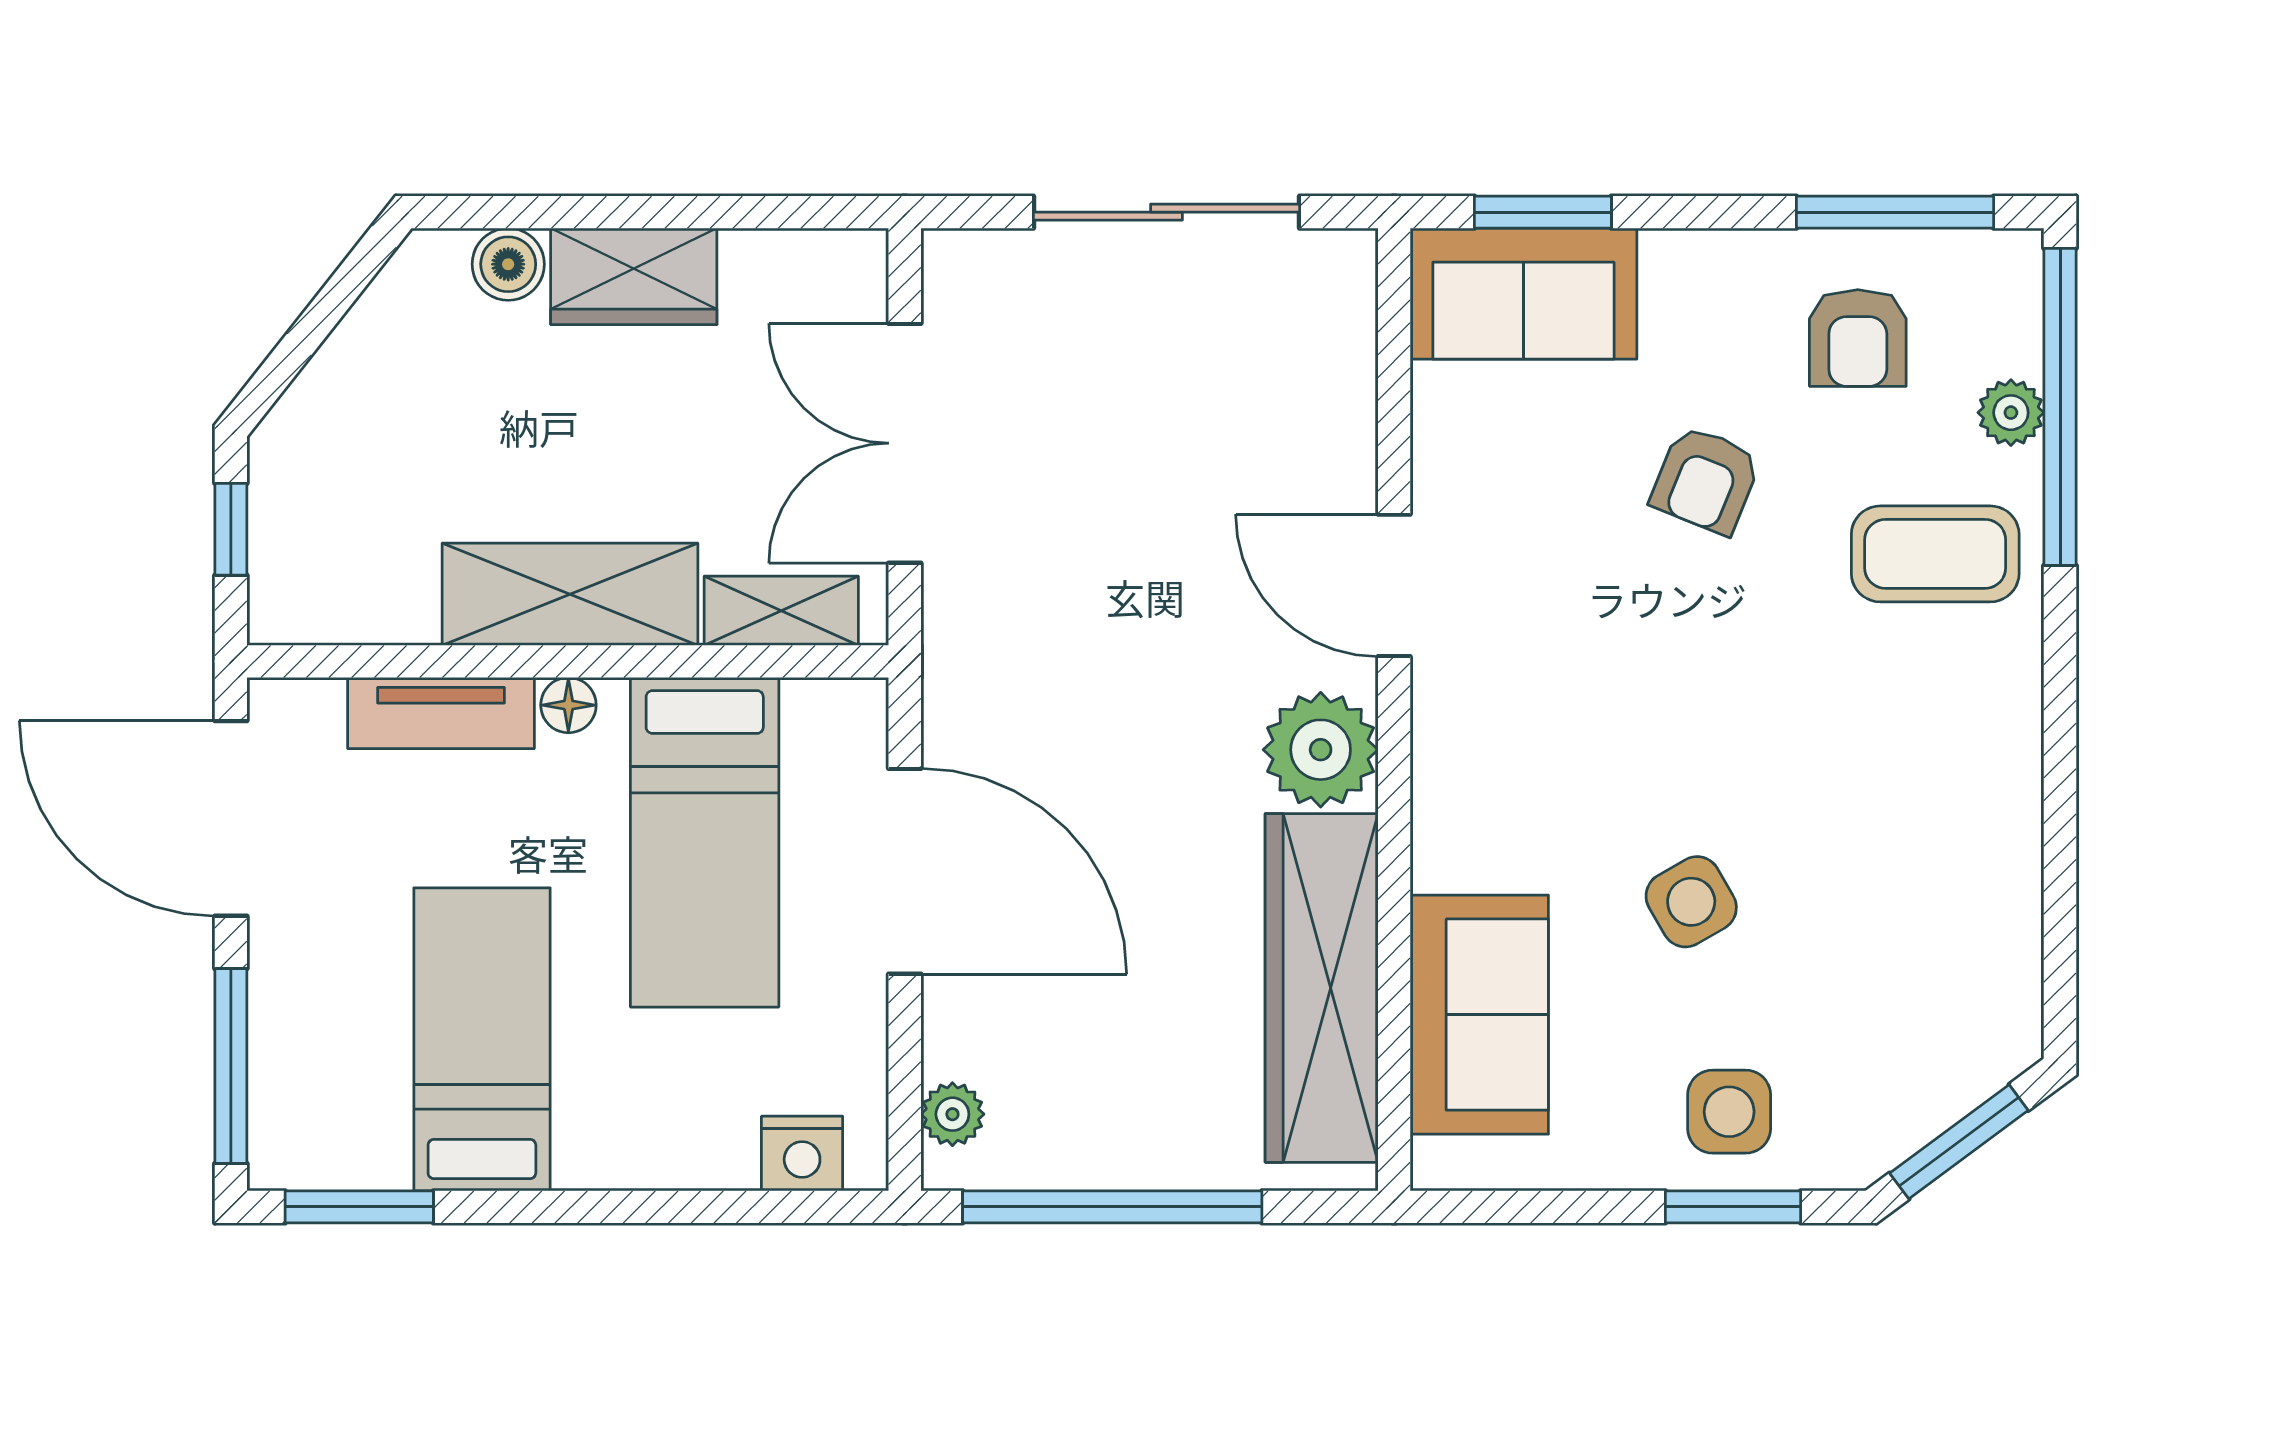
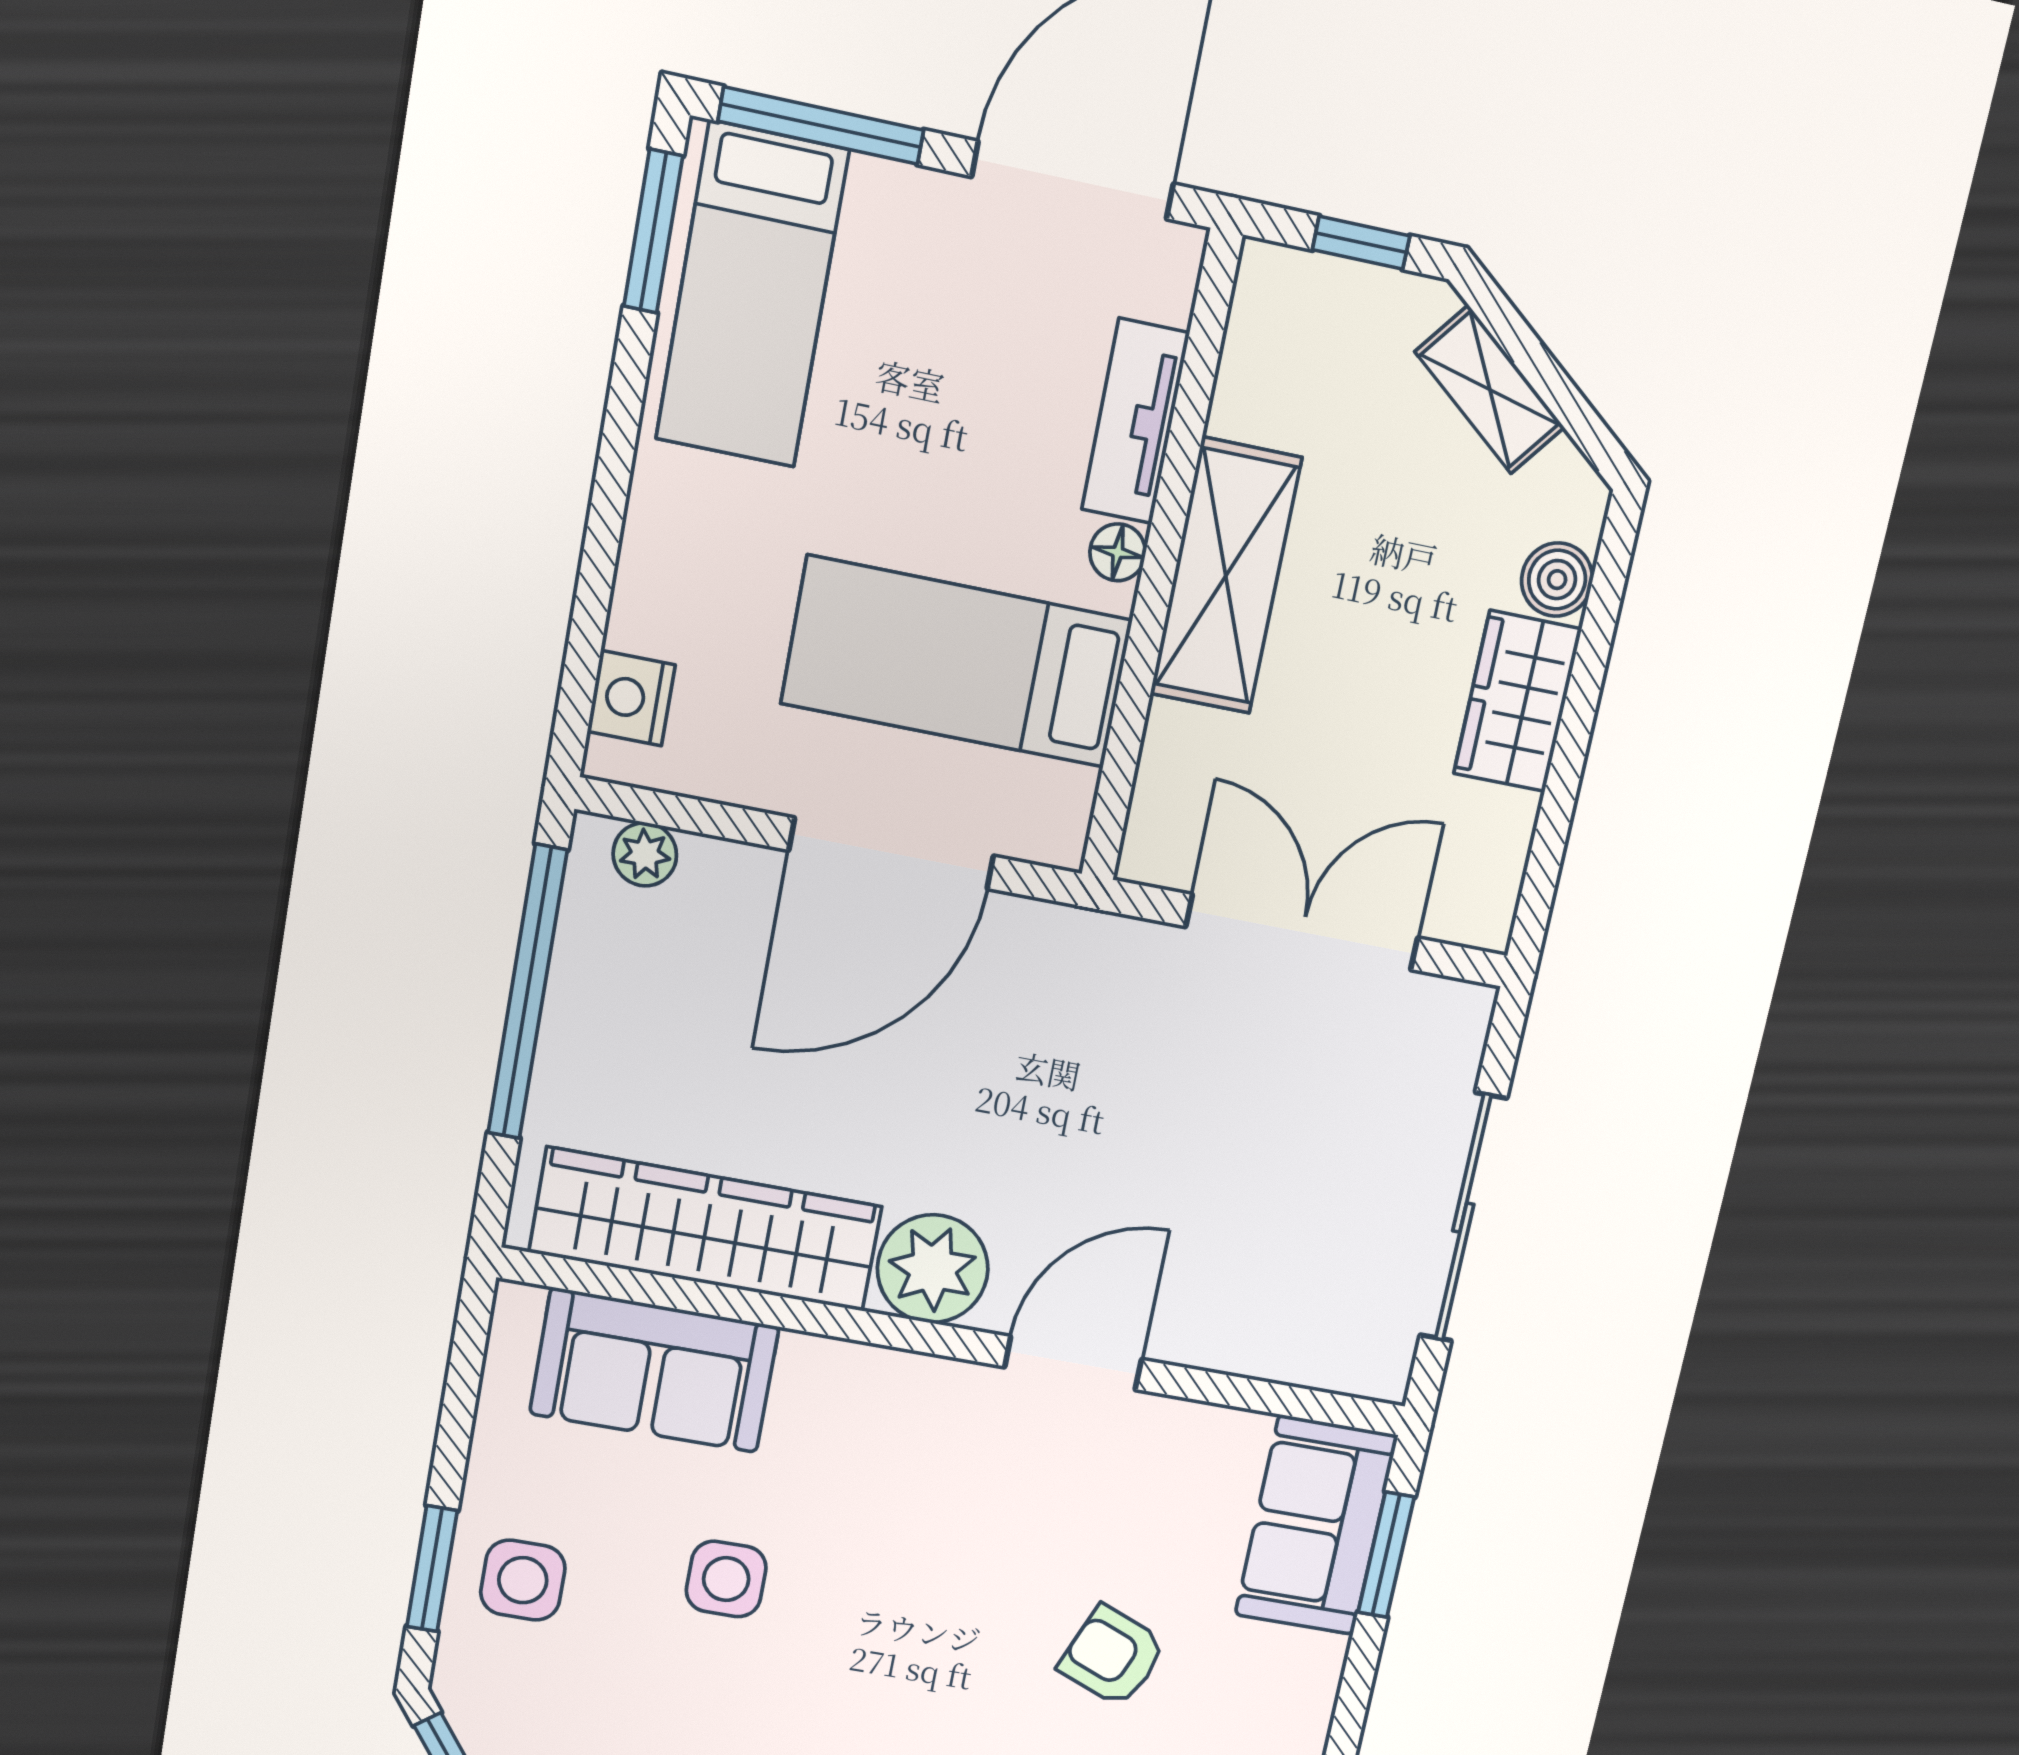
shelving: (781, 611) -> (1490, 390), moved, turned -52
side table: (1691, 902) -> (726, 1579), turned 30
bed: (482, 1039) -> (752, 295), moved, turned 90

